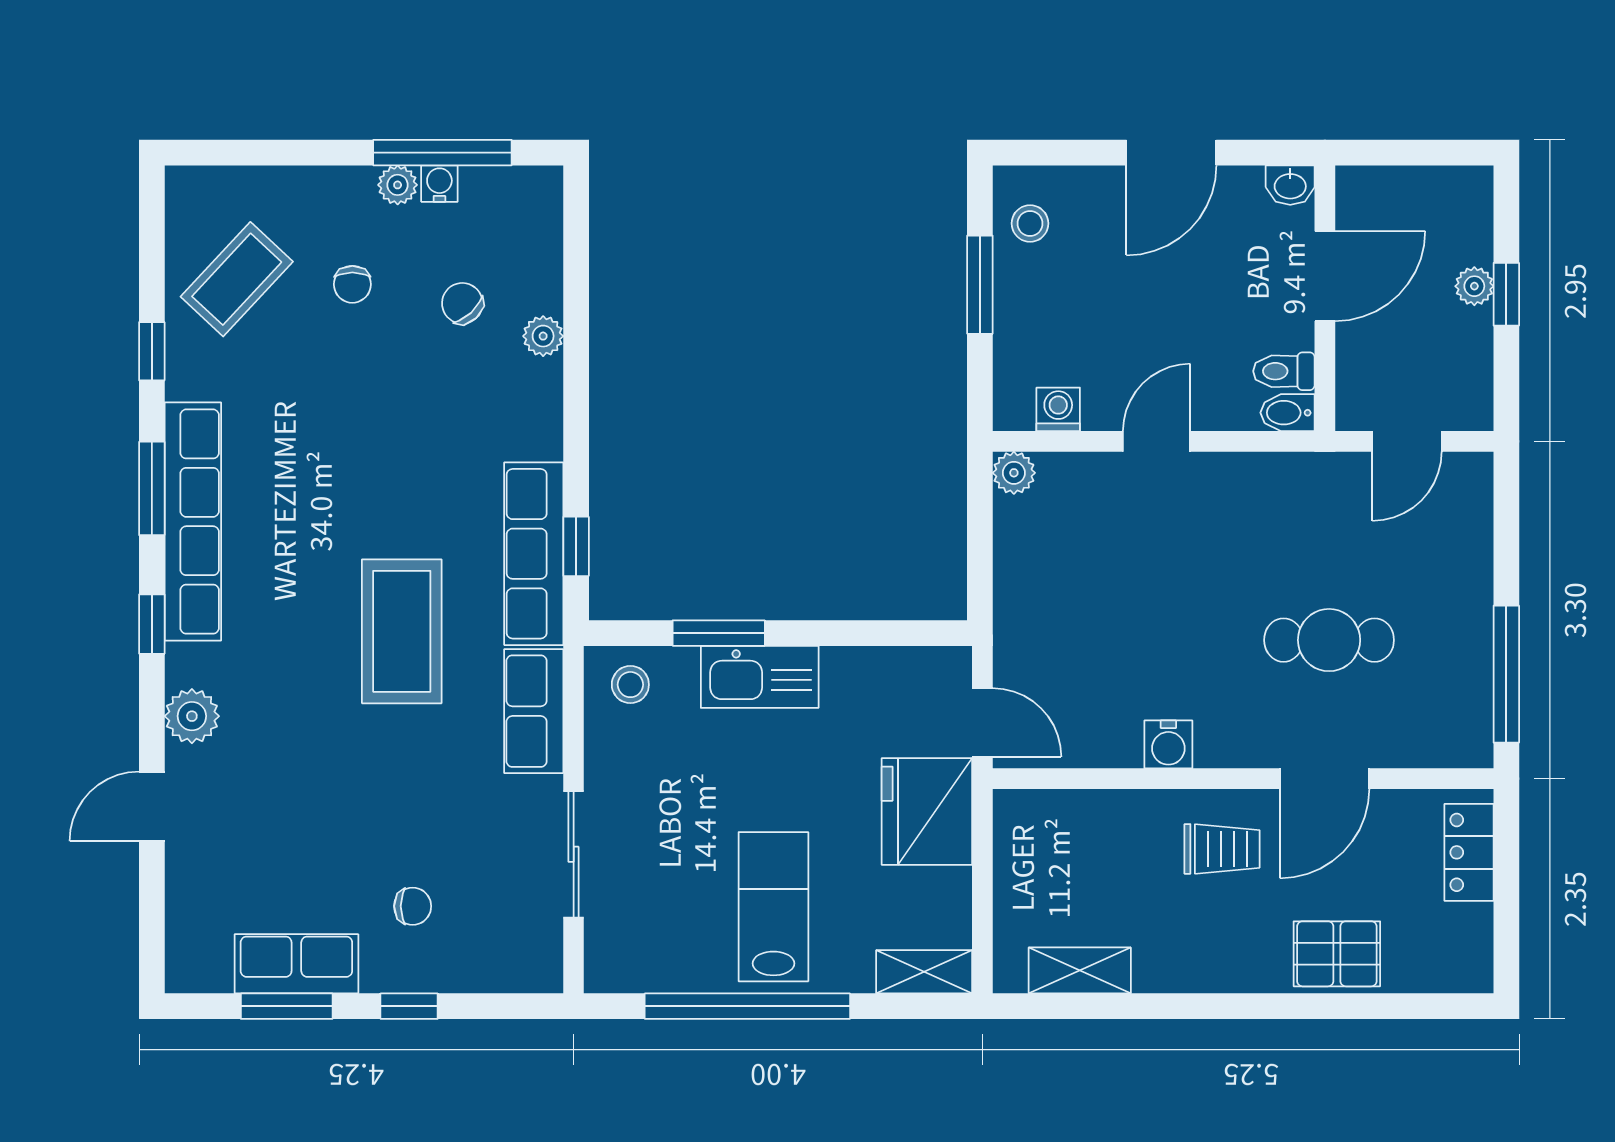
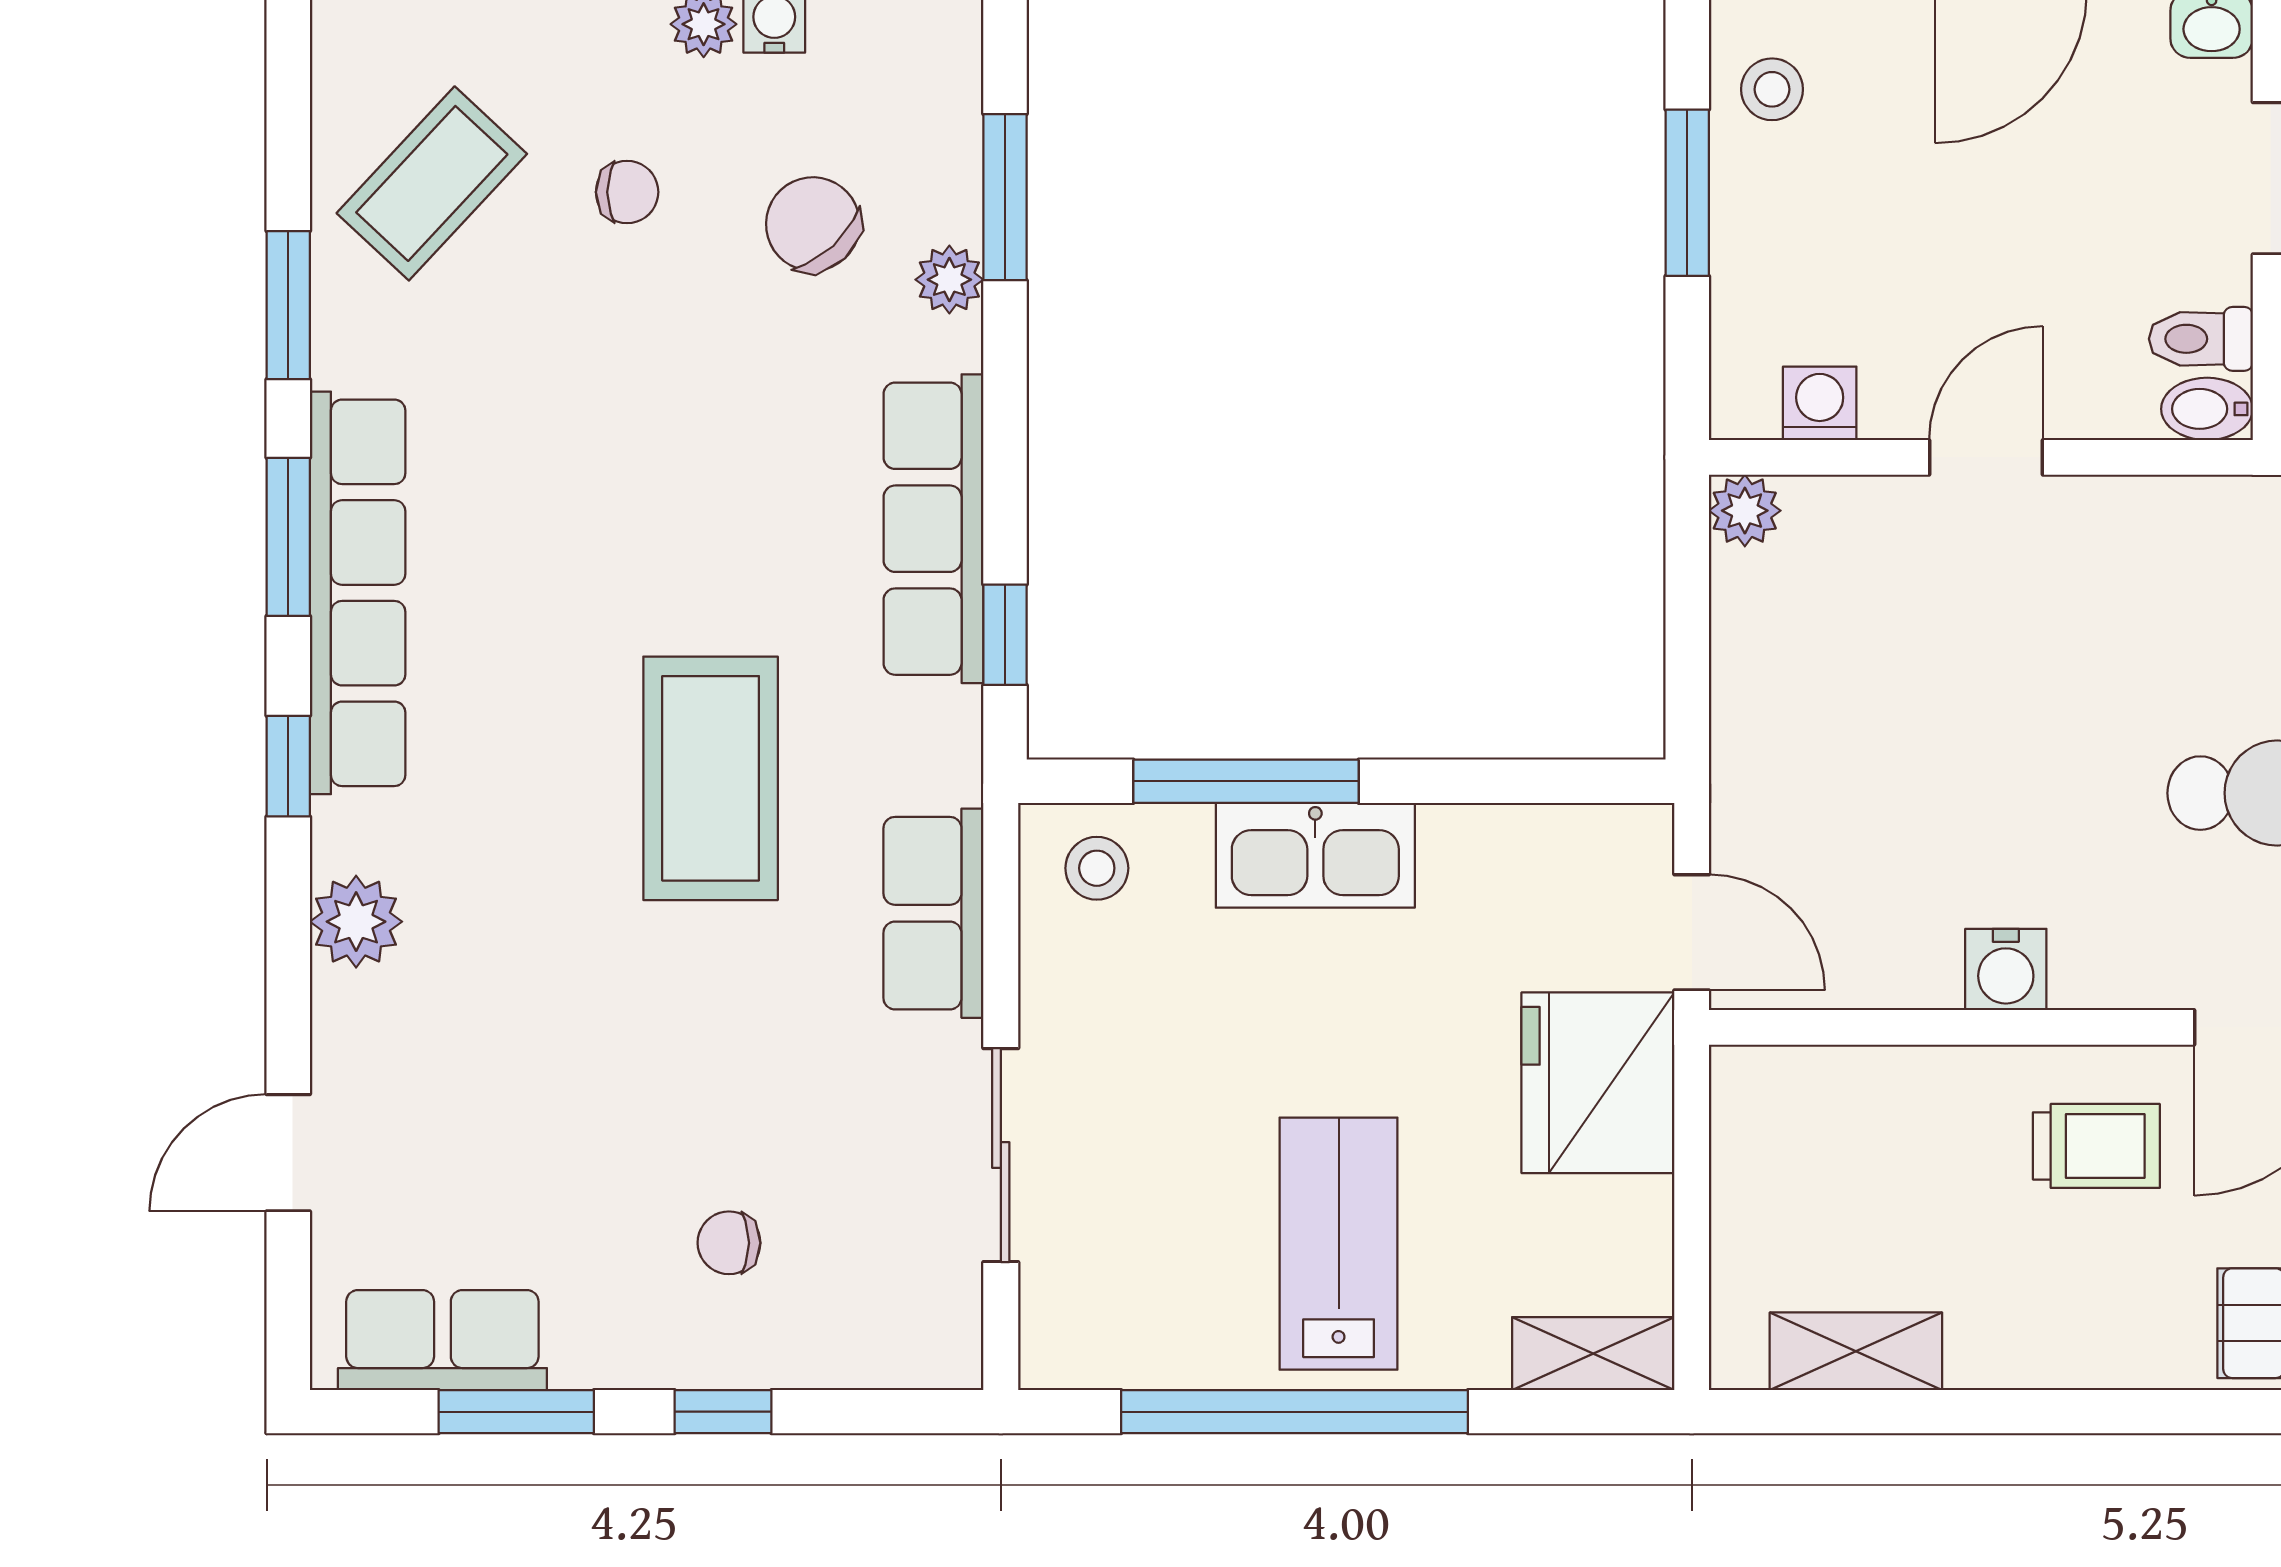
chair: (352, 284) -> (627, 192), turned -90
window: (576, 287) -> (1005, 197), added
chair: (462, 303) -> (813, 224), width x1.37, depth x1.37
window: (152, 351) -> (288, 305), width x1.50
row of seats: (534, 554) -> (934, 529), moved
window: (719, 633) -> (1246, 781), width x1.44
door: (152, 806) -> (288, 1153), moved
chair: (413, 906) -> (729, 1243), turned 180
row of seats: (296, 964) -> (442, 1340), moved

